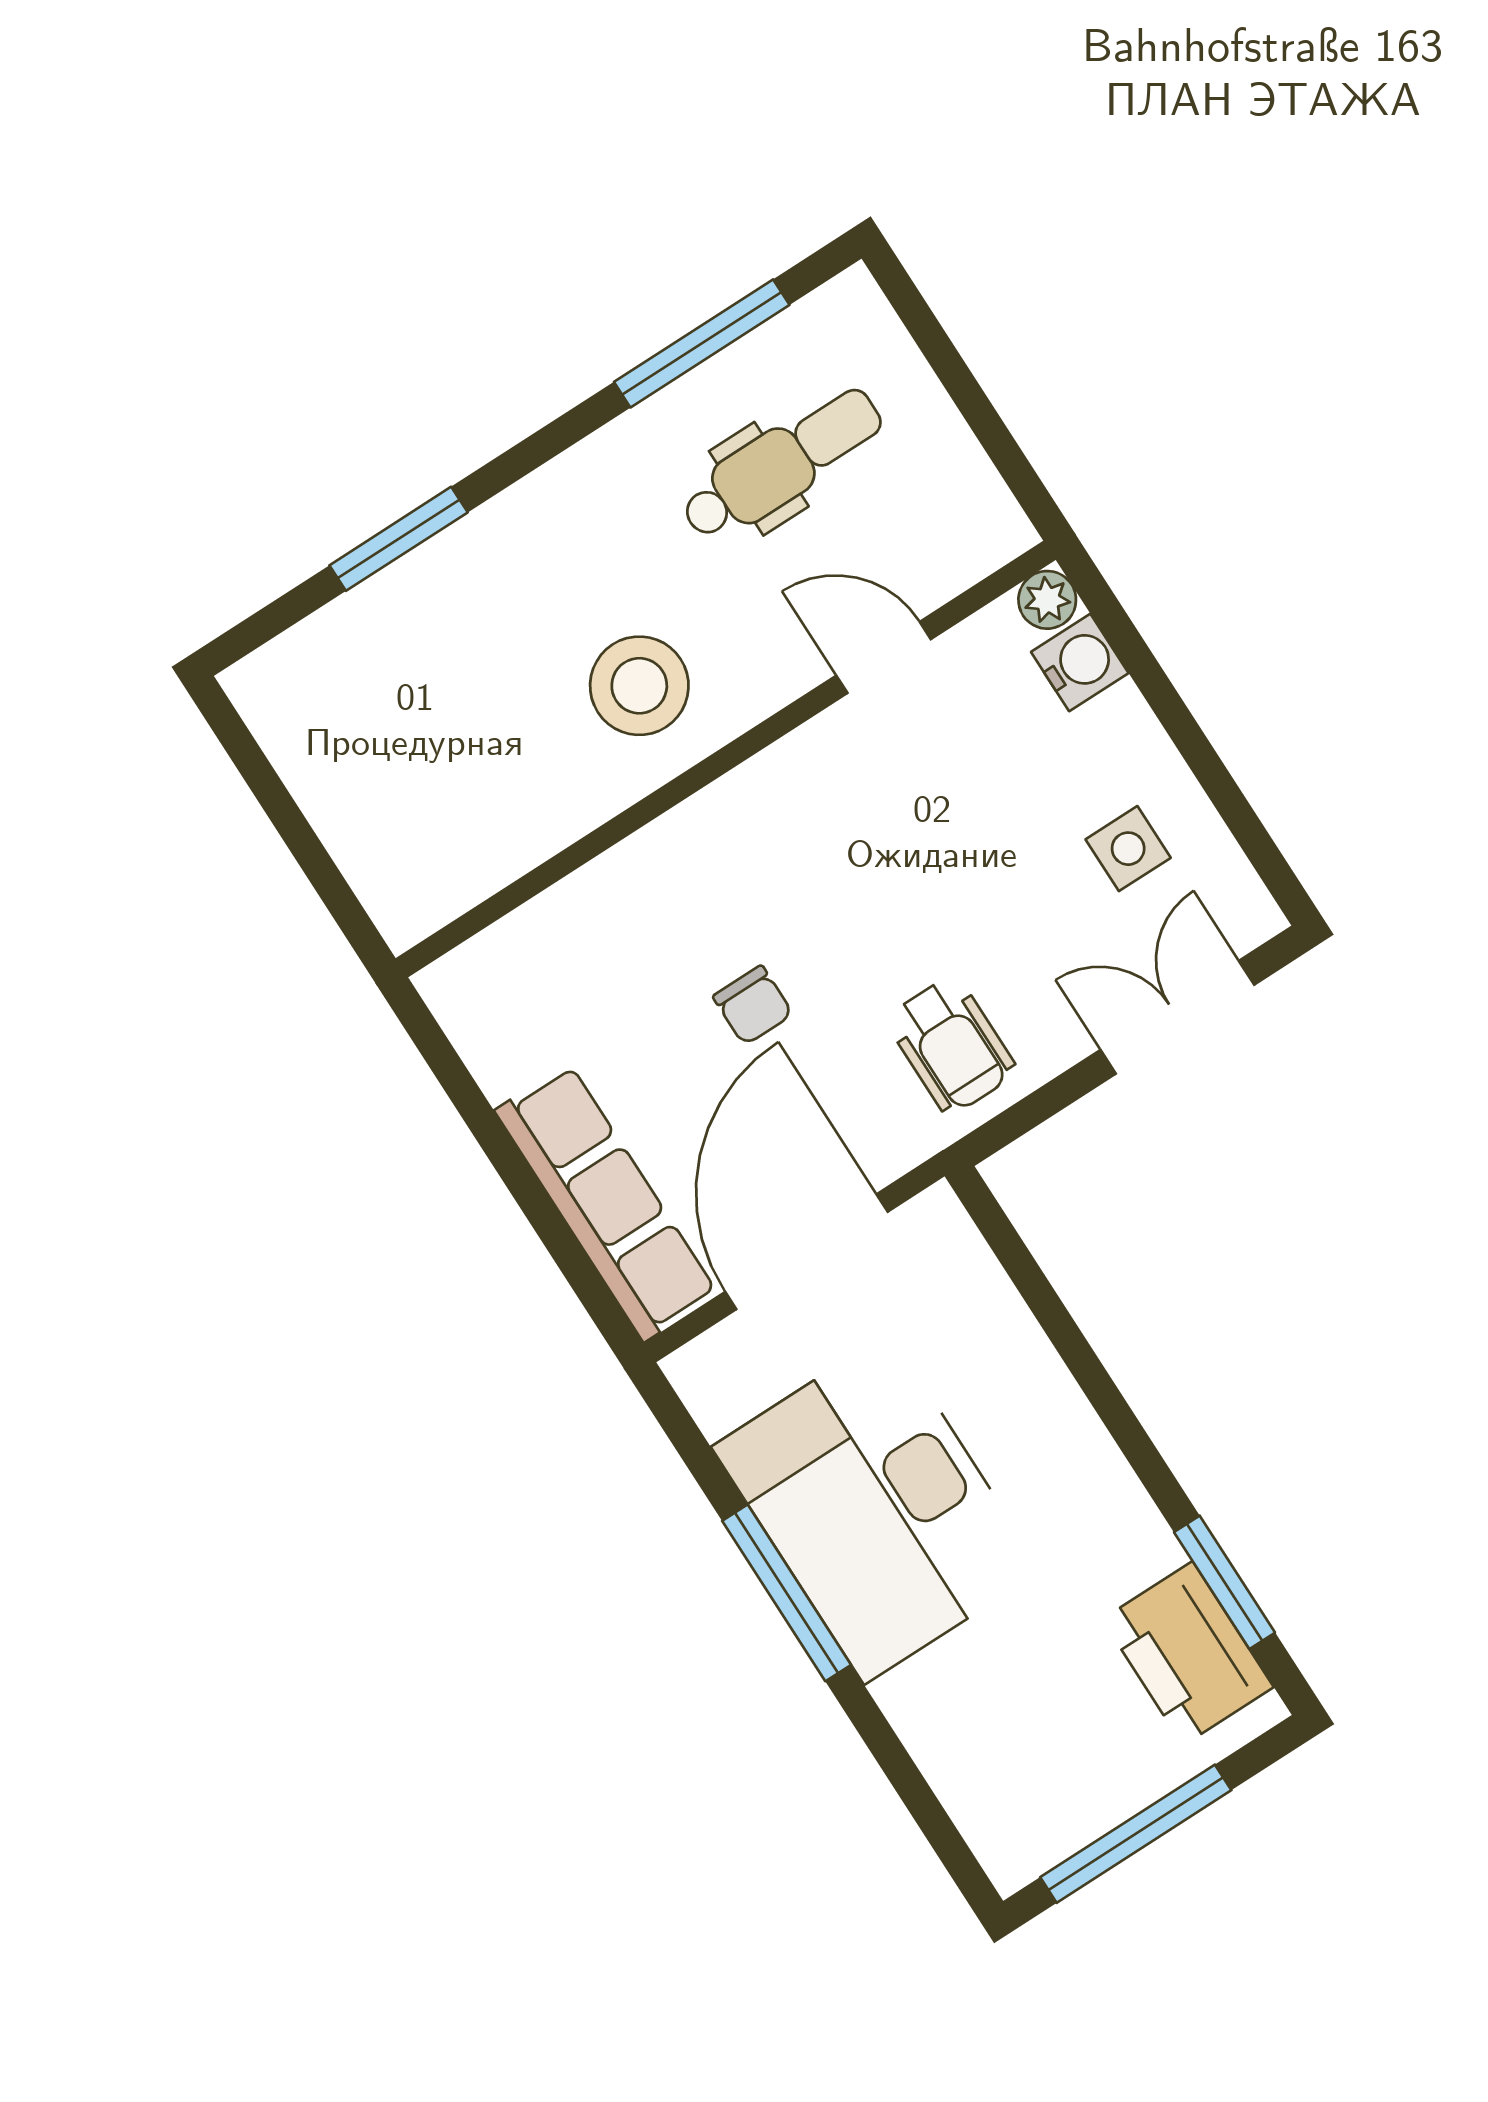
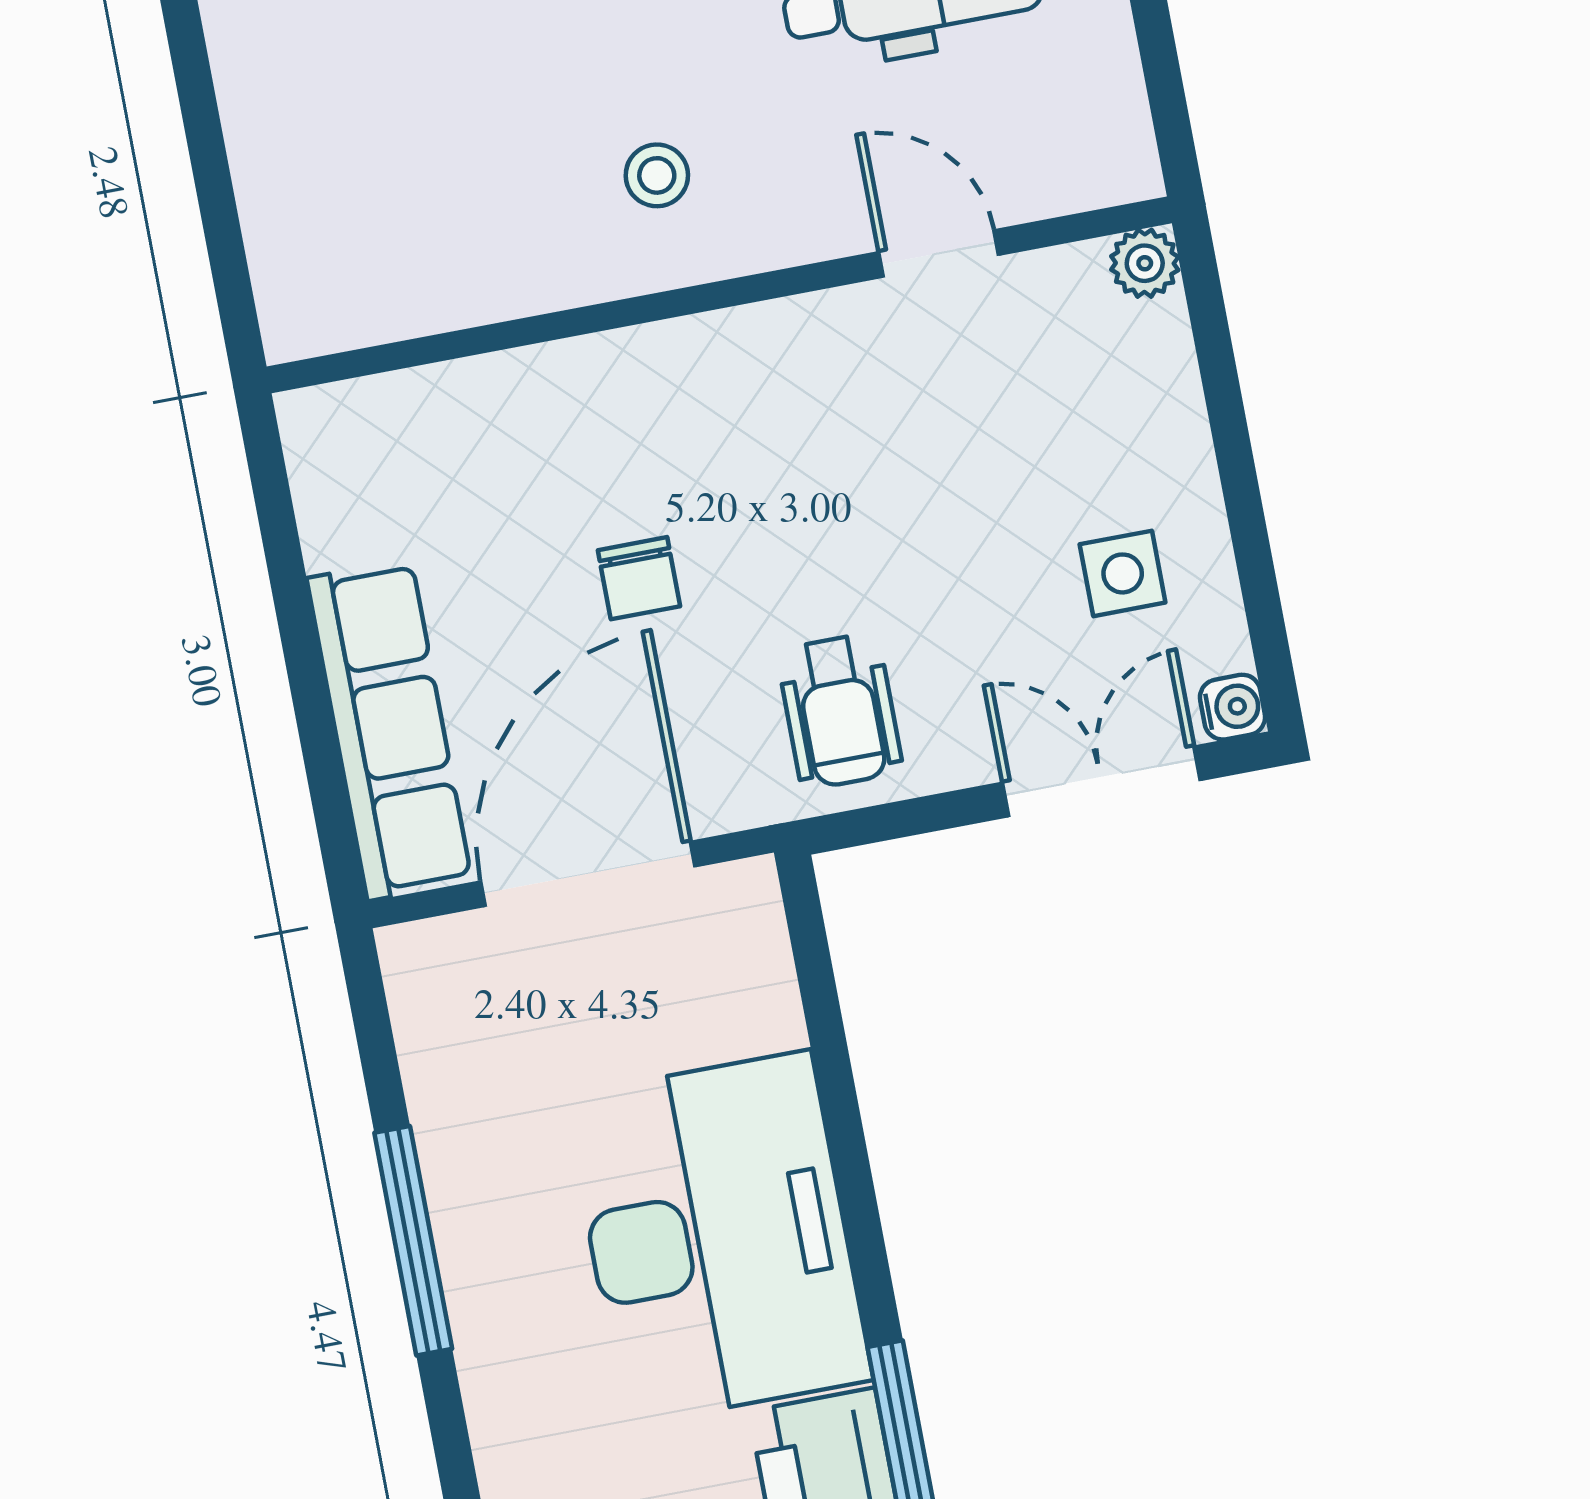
water cooler: (1080, 662) -> (1233, 707), moved, width x0.72, depth x0.72
stool: (639, 686) -> (657, 175), width x0.53, depth x0.53
desk: (877, 1509) -> (718, 1238), moved, turned 180

